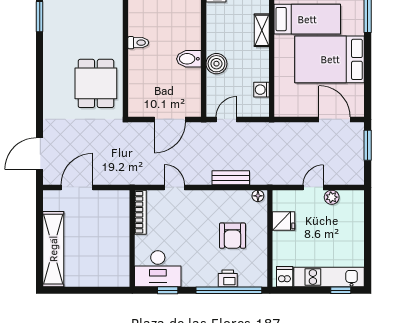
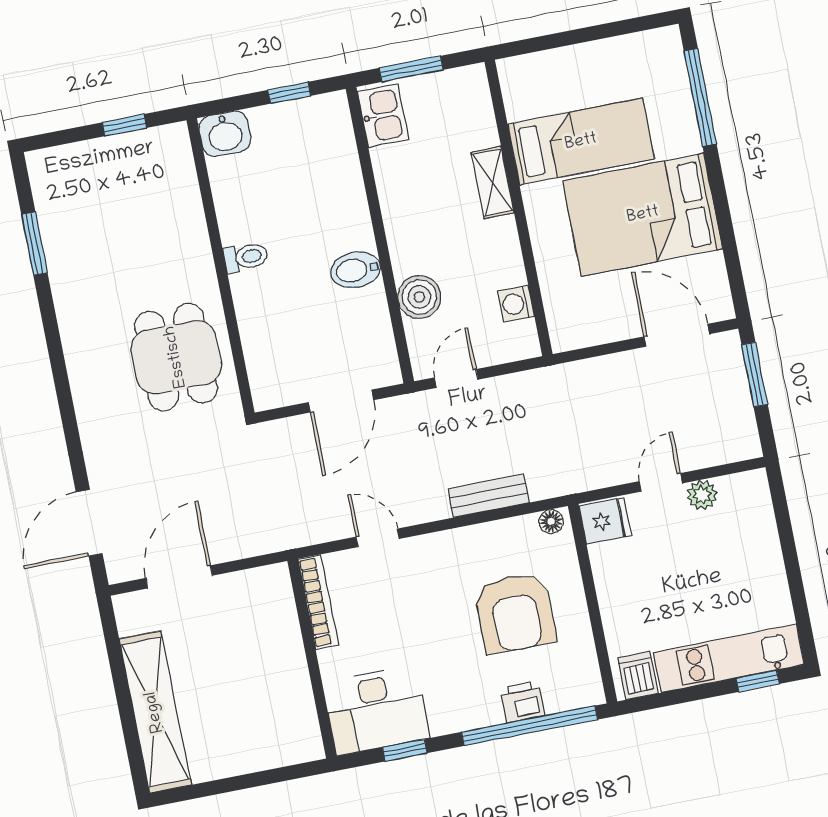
boiler: (216, 64) -> (419, 297), moved
fridge: (284, 221) -> (605, 521), moved
armchair: (232, 236) -> (515, 613), width x1.36, depth x1.36

